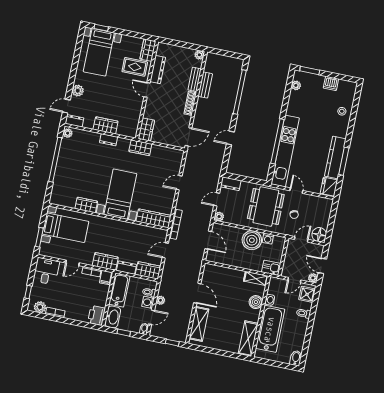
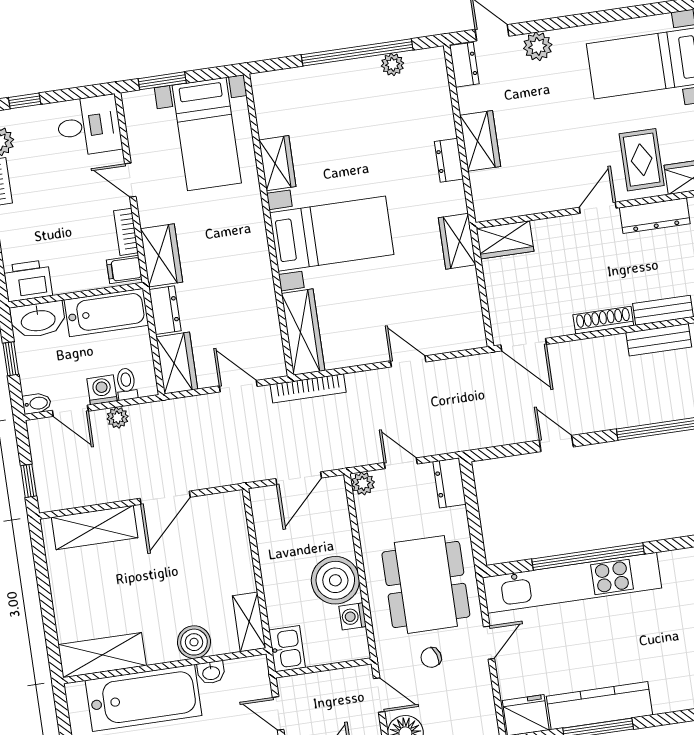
plant: (68, 133) -> (393, 64), moved
dining table: (266, 207) -> (426, 584), turned 90

